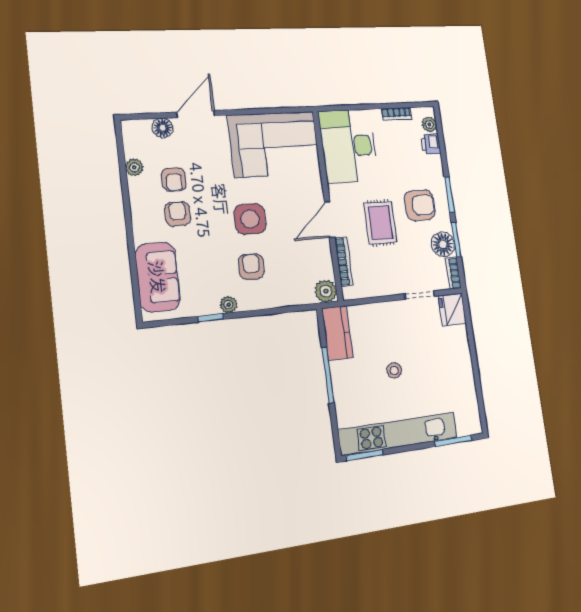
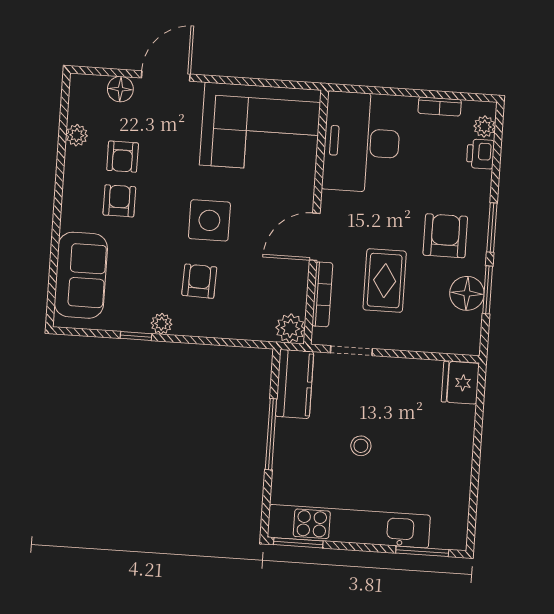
armchair: (420, 205) -> (445, 236), turned -90
rug: (380, 223) -> (385, 281), moved
bookcase: (453, 273) -> (473, 334), removed
doorway: (420, 295) -> (351, 351), moved

